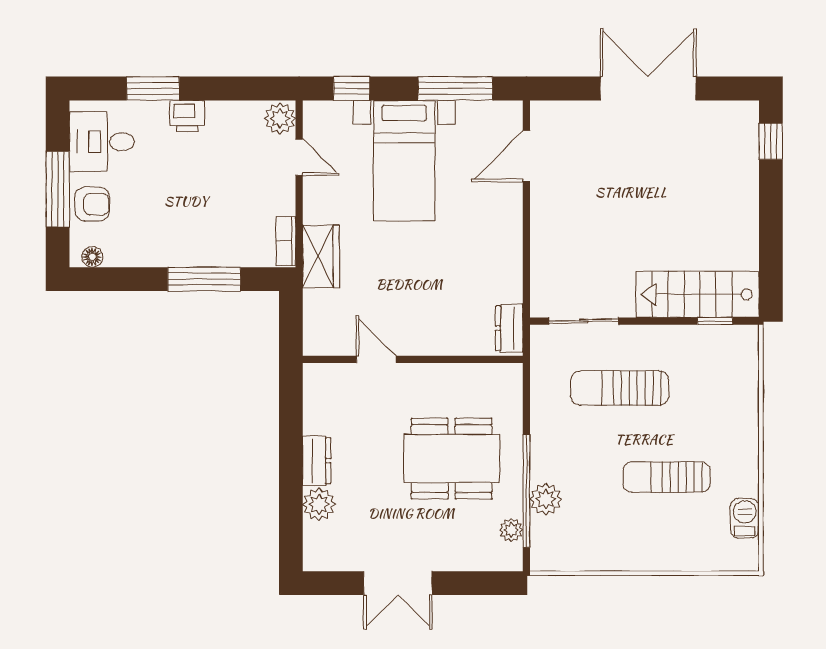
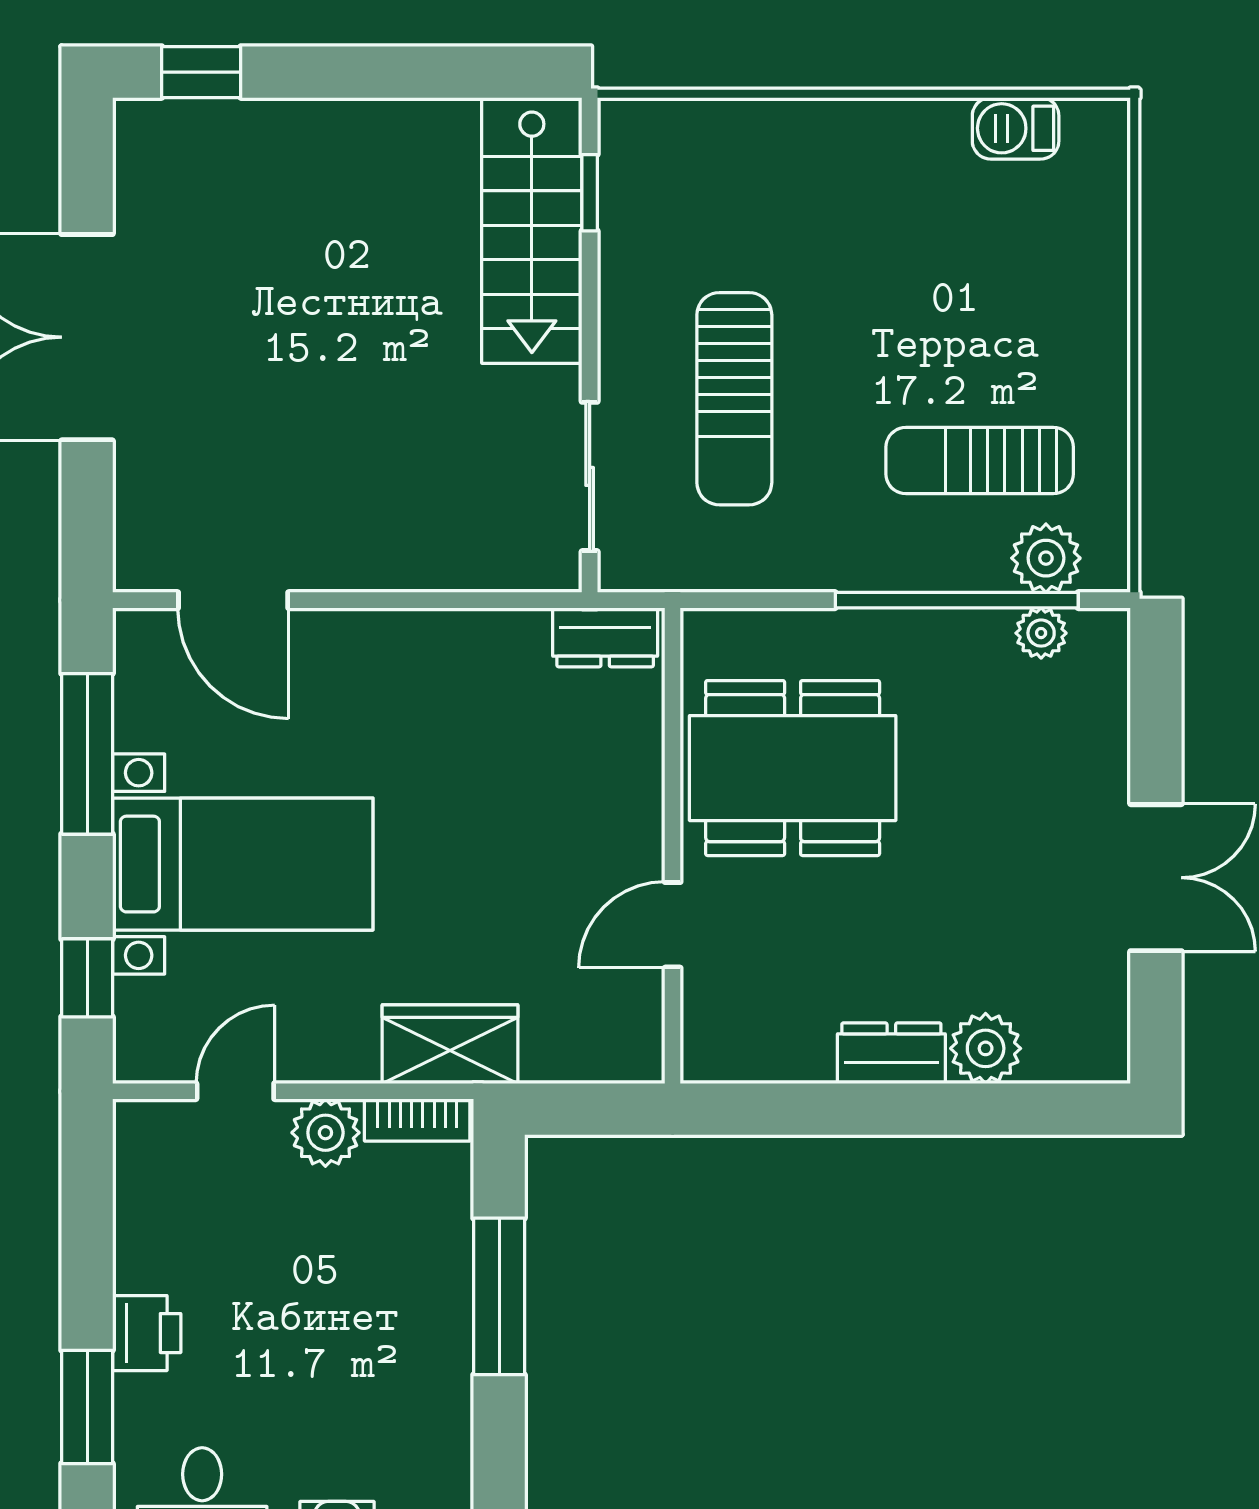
plant: (280, 118) -> (325, 1133), moved
dining table: (452, 459) -> (793, 768), moved, turned 90
sun lounger: (667, 477) -> (980, 461), moved, turned 90
plant: (546, 499) -> (1046, 558), moved

